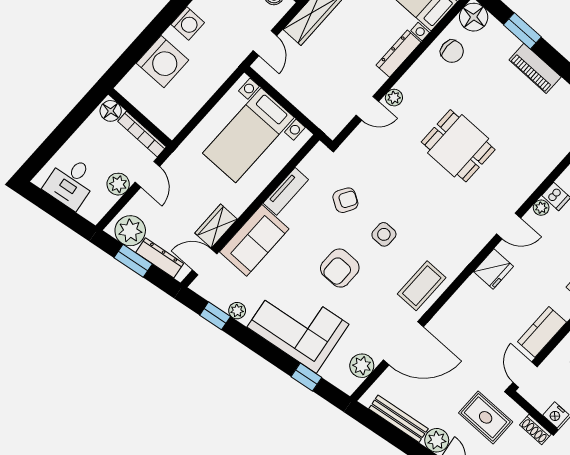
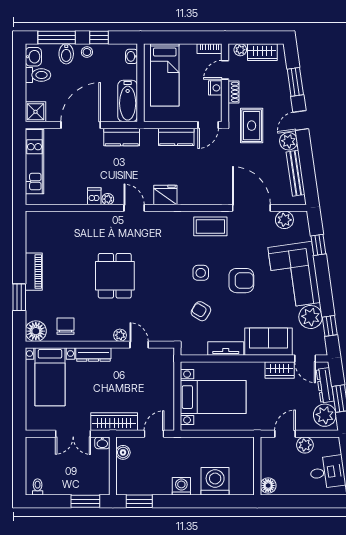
bookcase: (142, 134) -> (265, 457), removed
plant: (237, 311) -> (311, 317), width x1.87, depth x1.87

